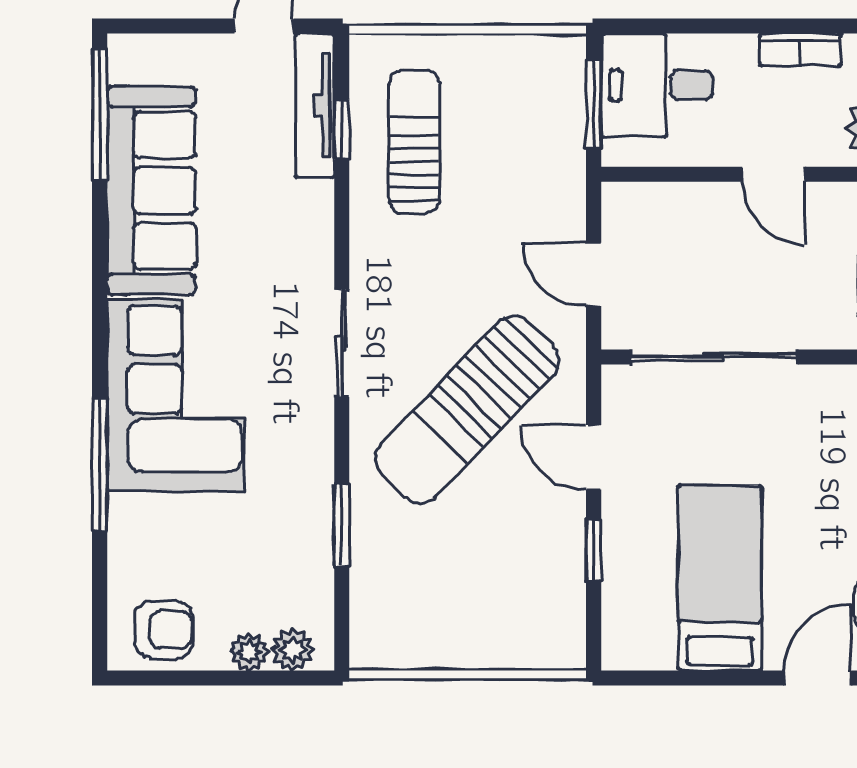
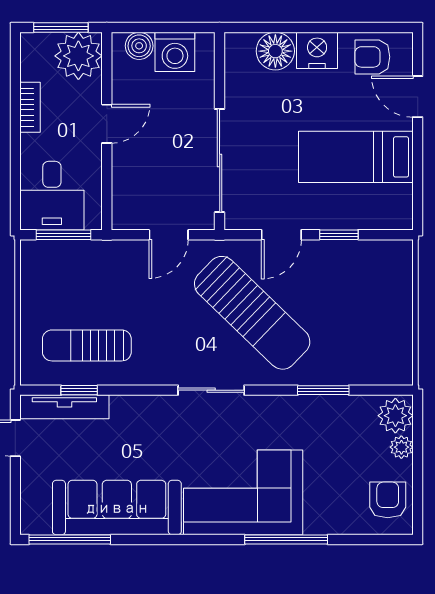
plant: (293, 650) -> (395, 416), width x1.38, depth x1.38

